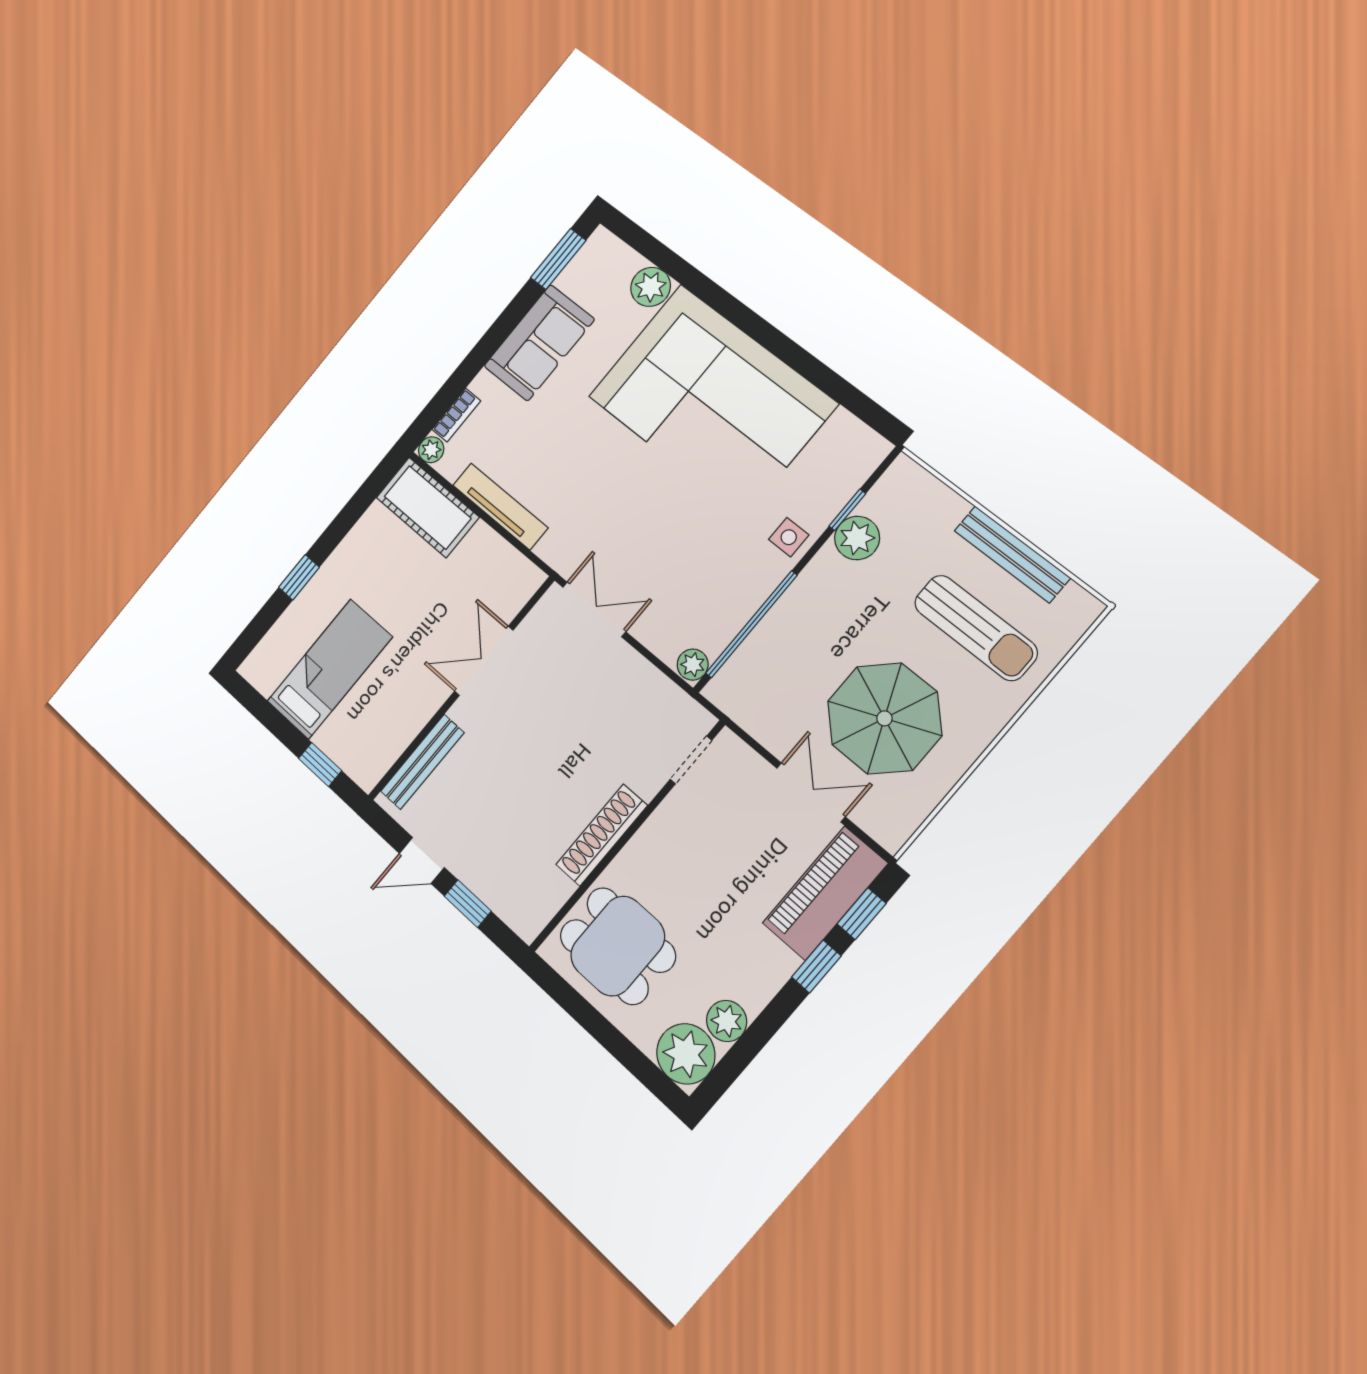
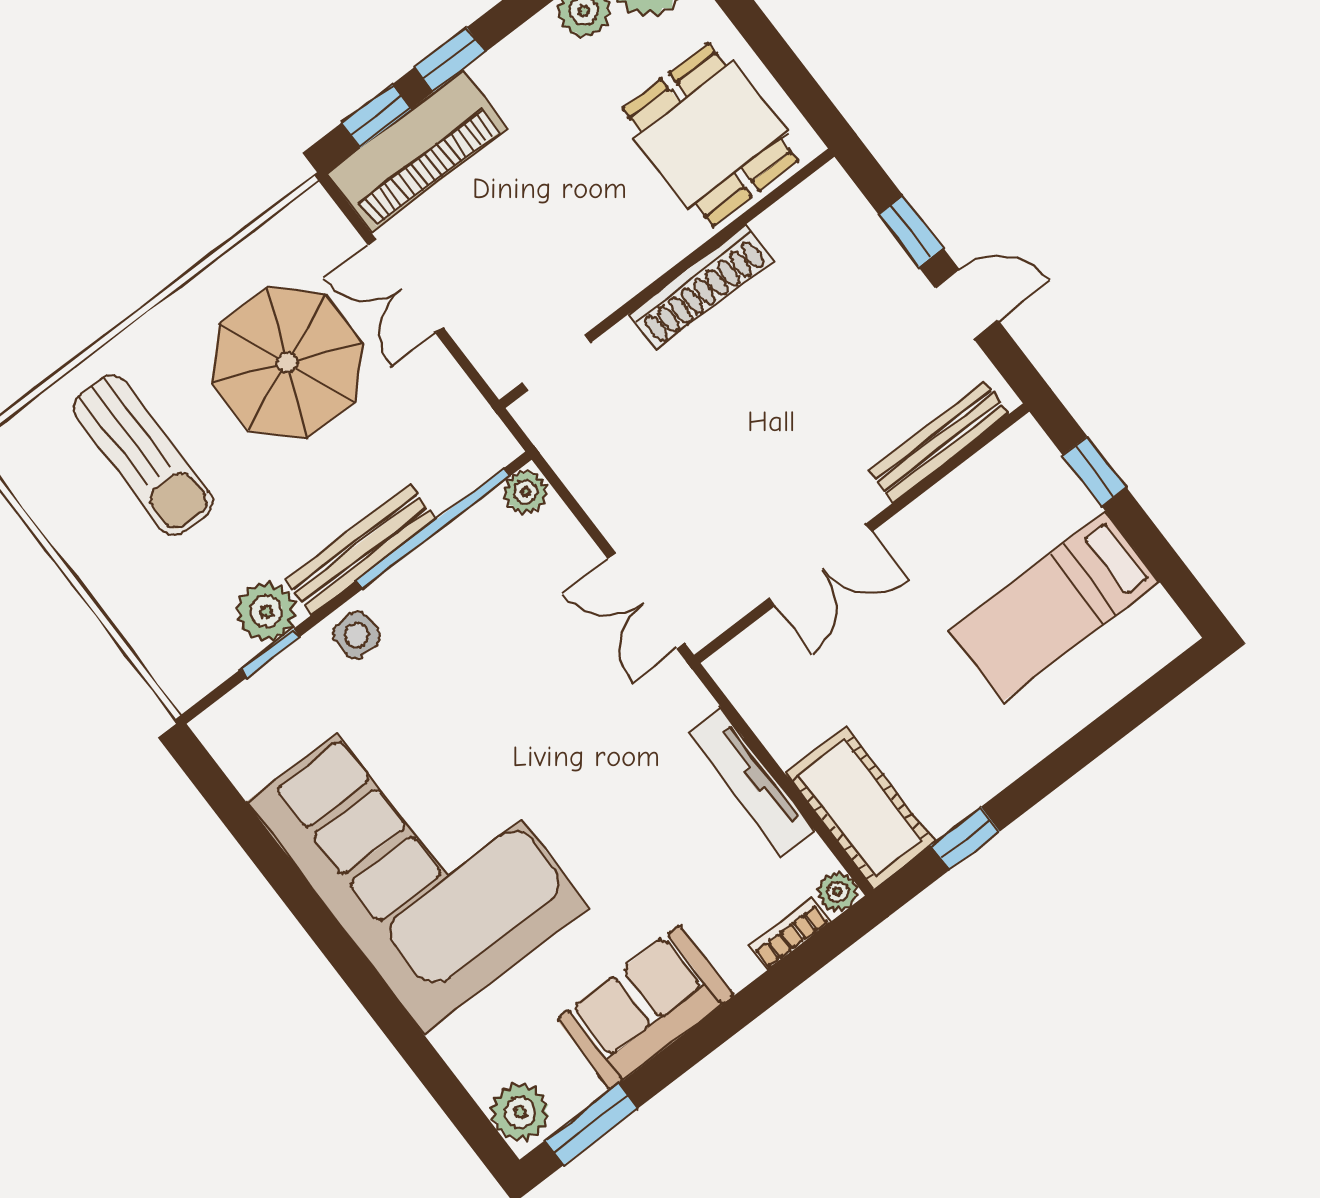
plant: (651, 287) -> (520, 1112), moved
bench: (1012, 554) -> (361, 550), moved, turned 90
window: (299, 577) -> (965, 839), moved
sun lounger: (976, 628) -> (143, 455), turned 180

